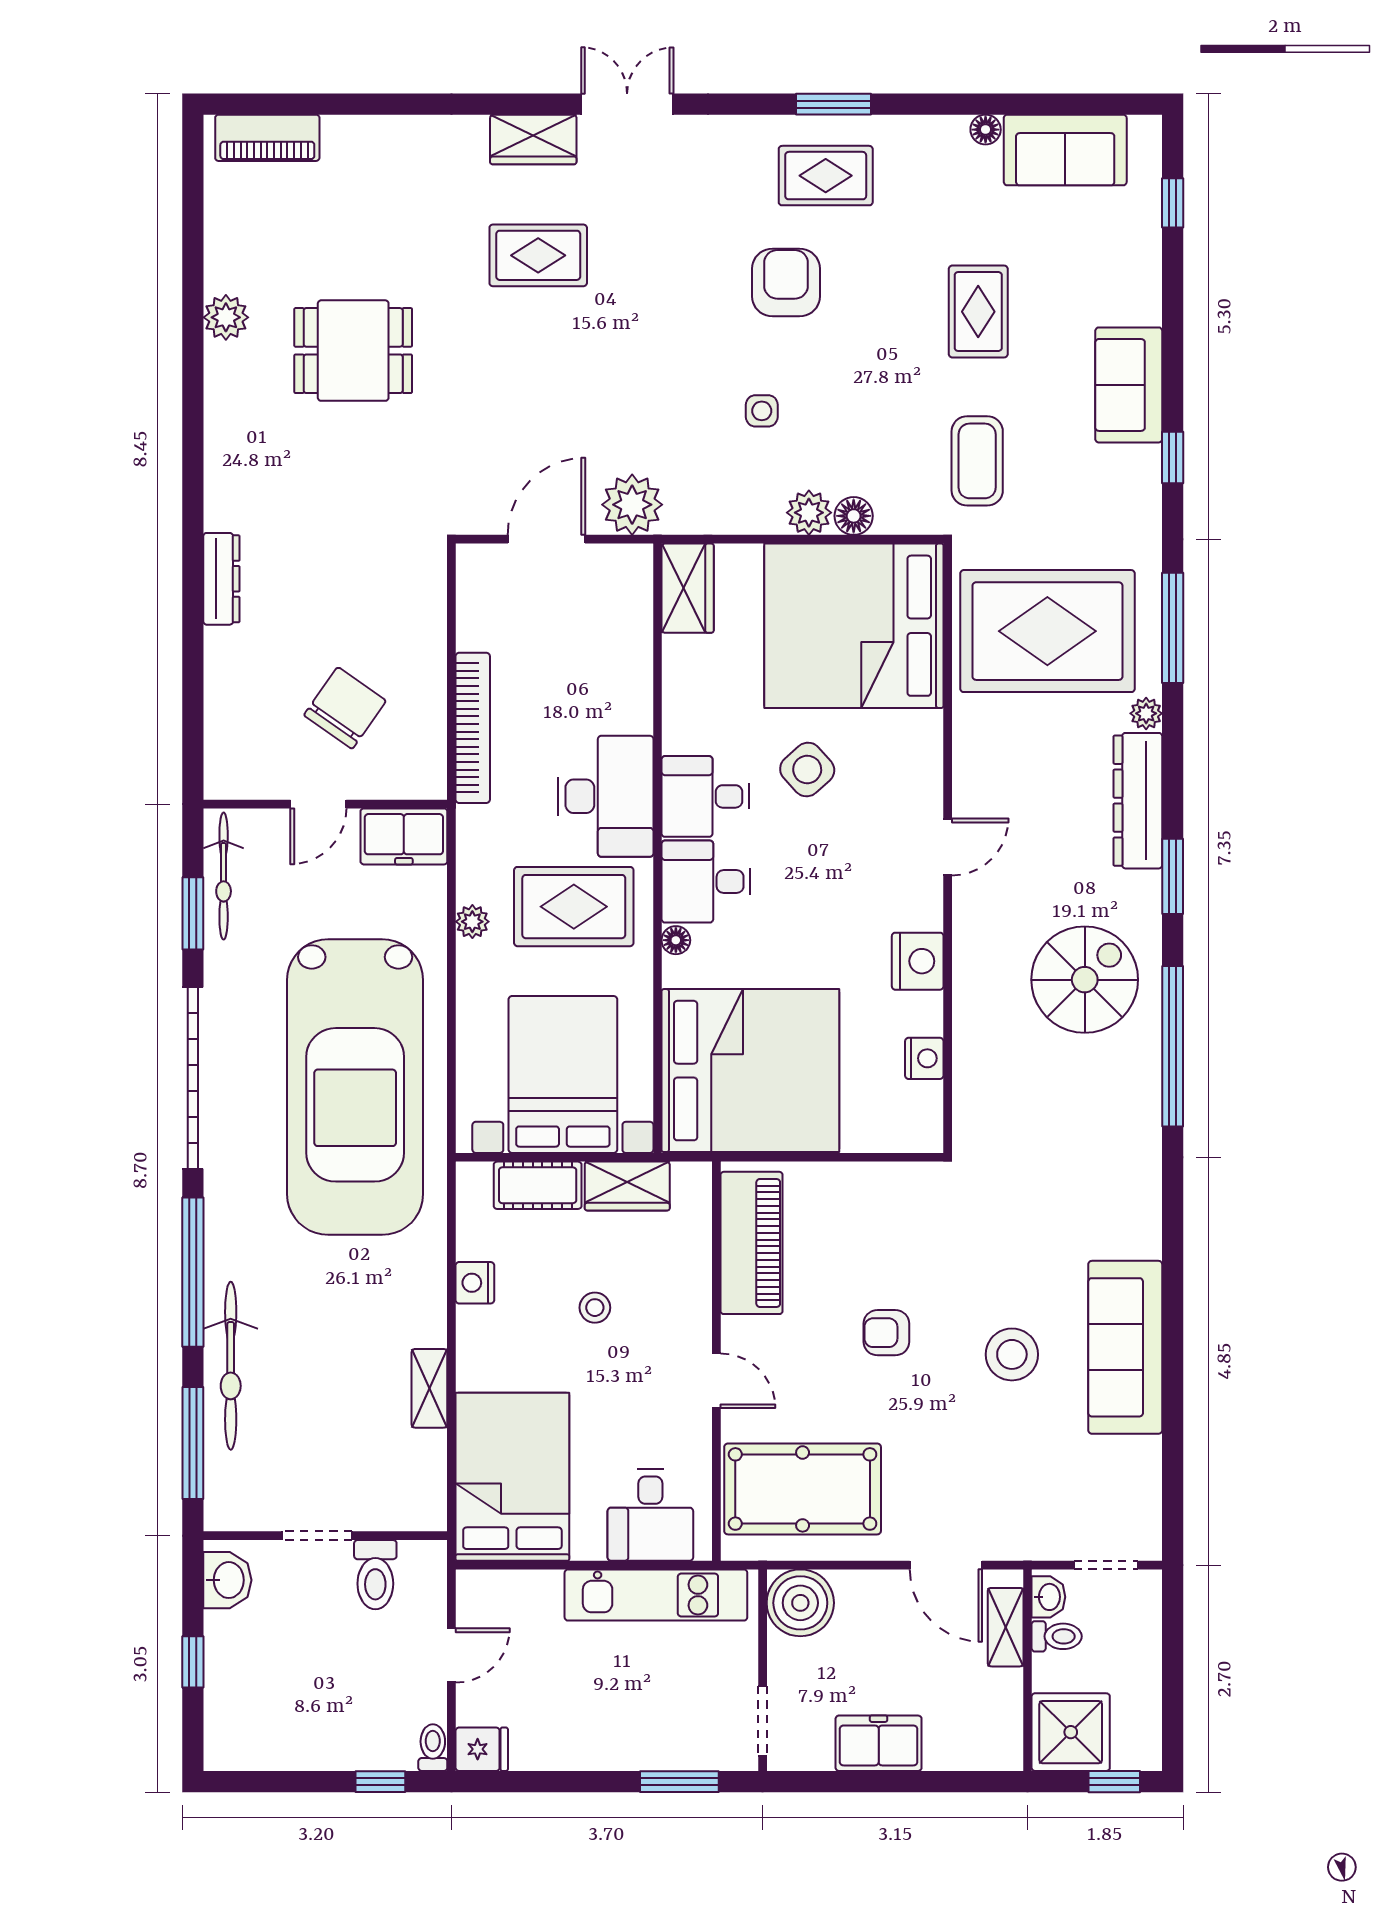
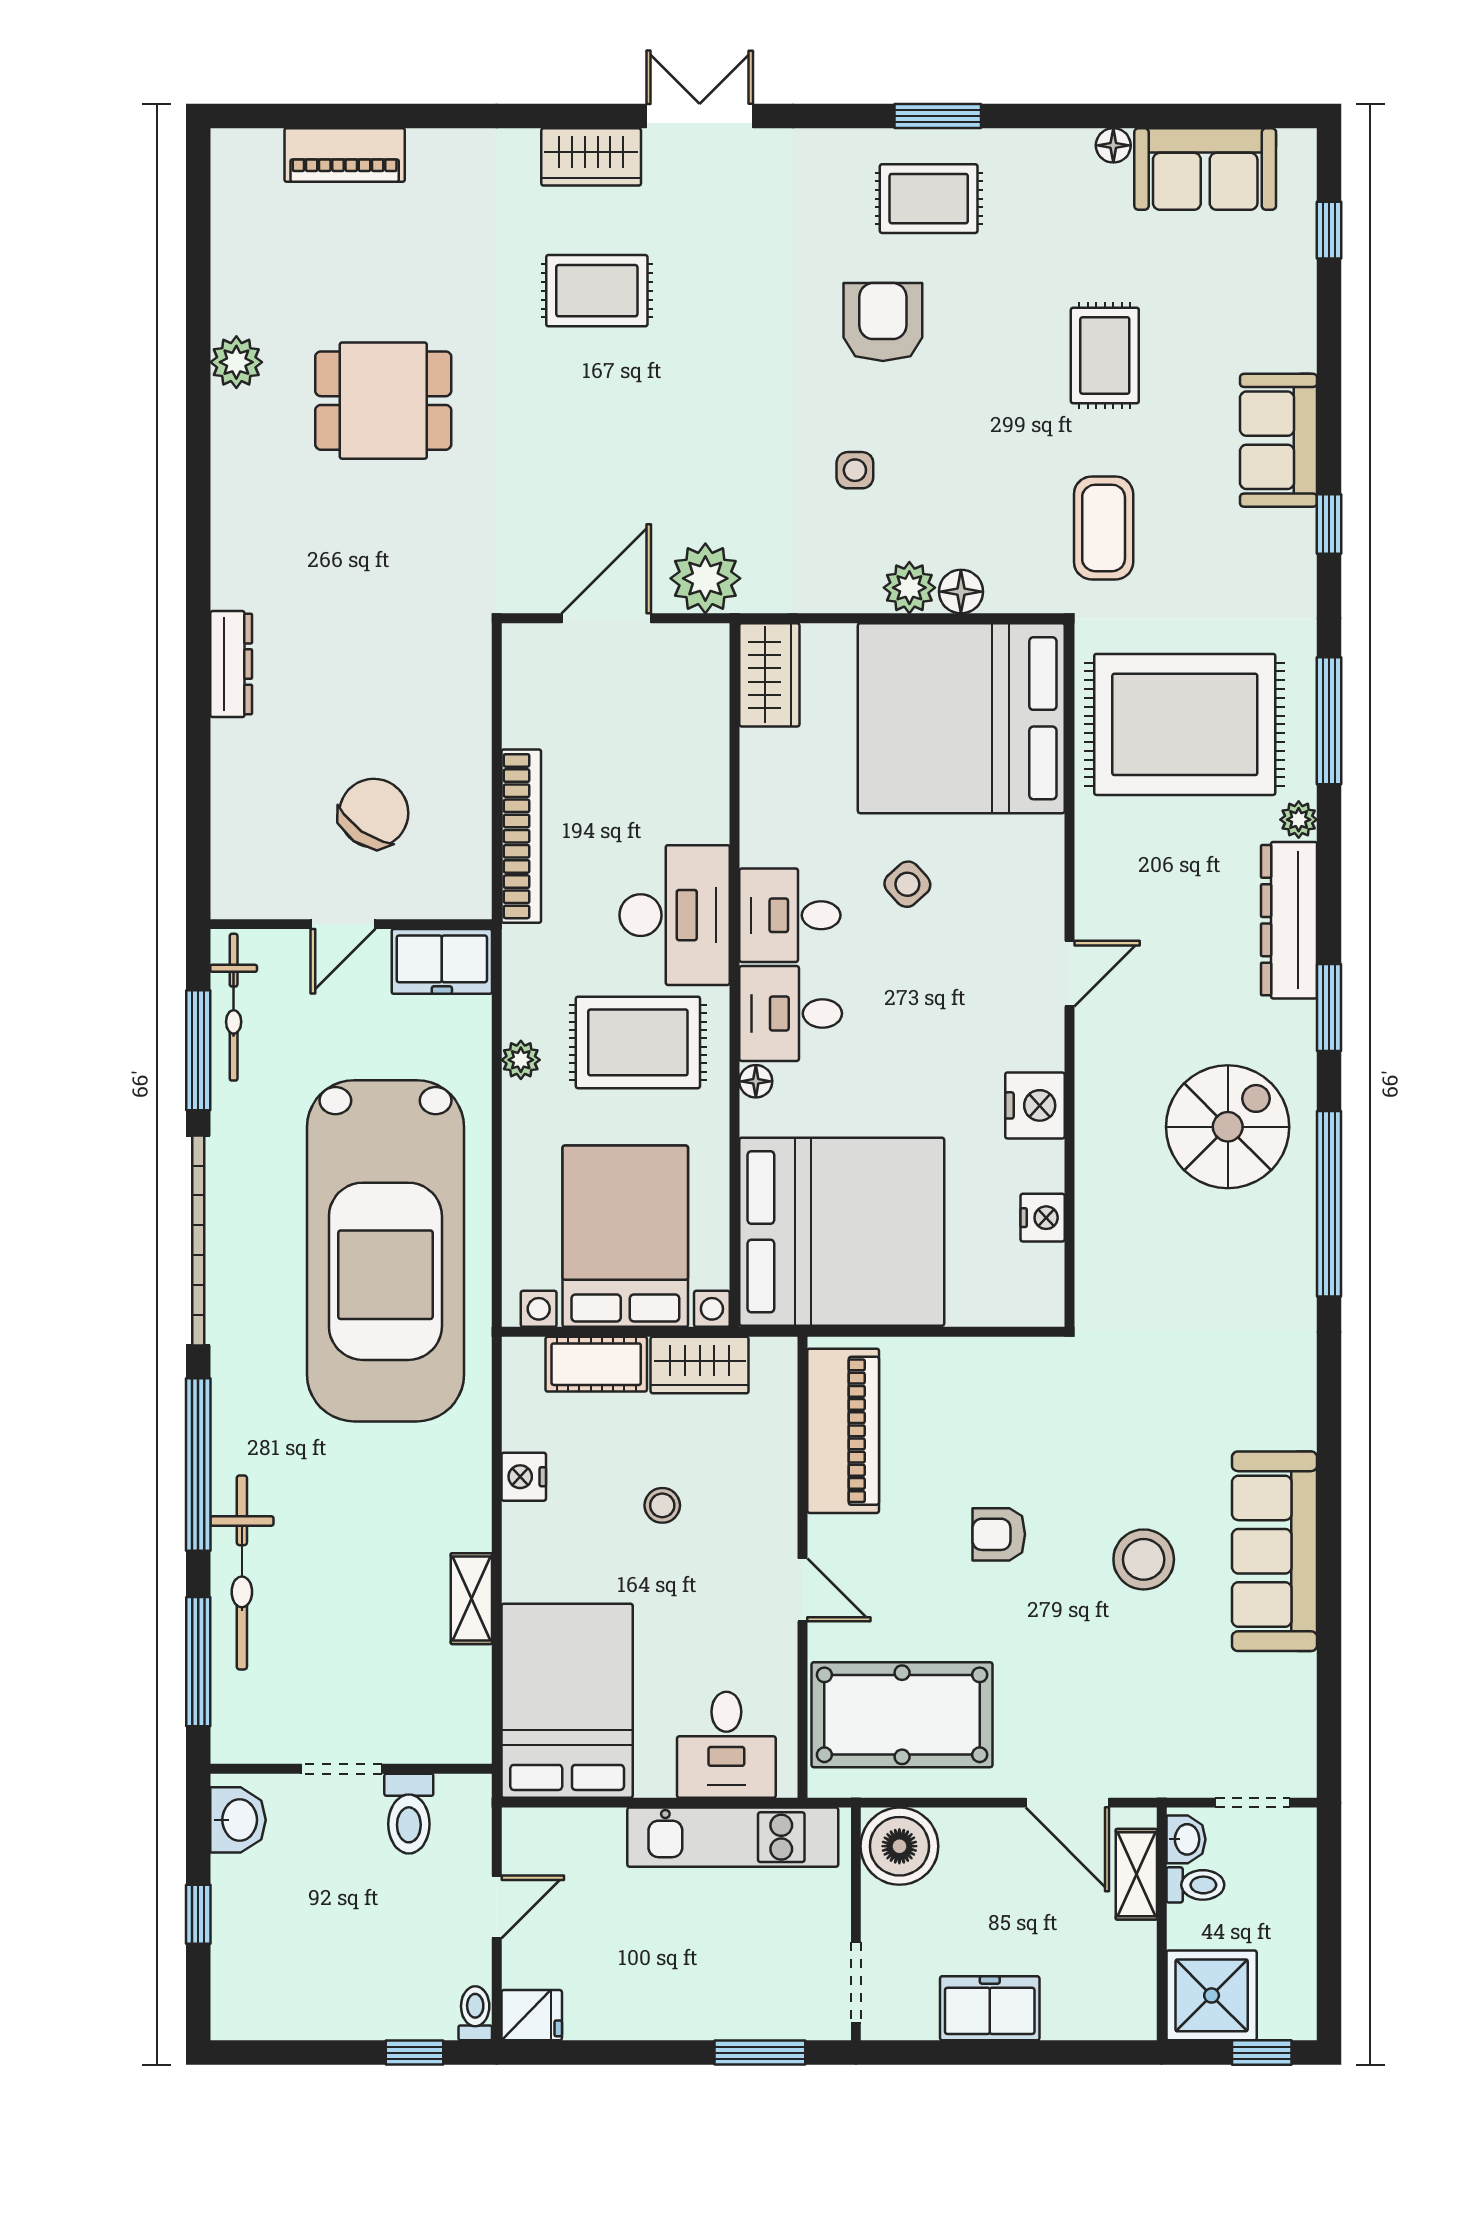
piano: (267, 138) -> (345, 155), moved
side table: (807, 770) -> (907, 884), width x0.73, depth x0.73
window: (193, 913) -> (198, 1050), width x1.44

